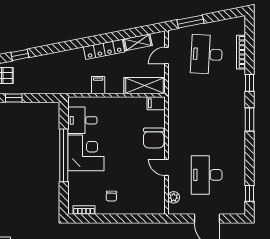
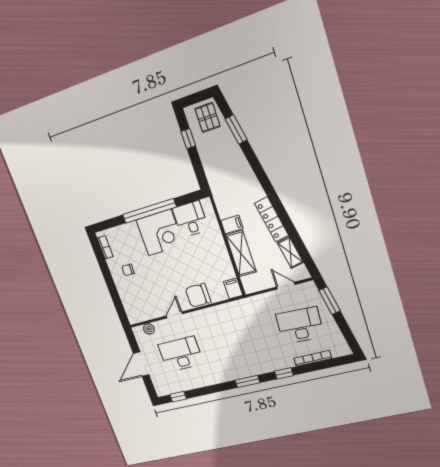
window: (20, 55) -> (236, 129), width x1.50
shelving: (145, 86) -> (241, 253), moved

